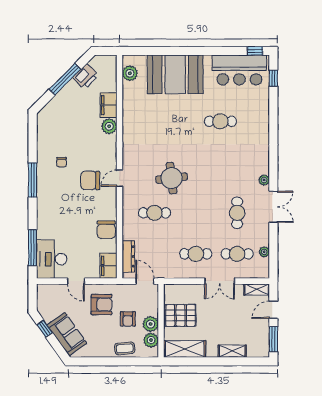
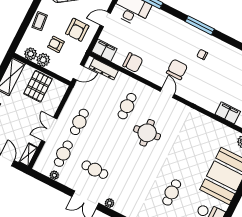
plant: (109, 126) -> (211, 105), removed
chair: (106, 230) -> (133, 63), turned 180
coffee table: (125, 348) -> (40, 21), moved

